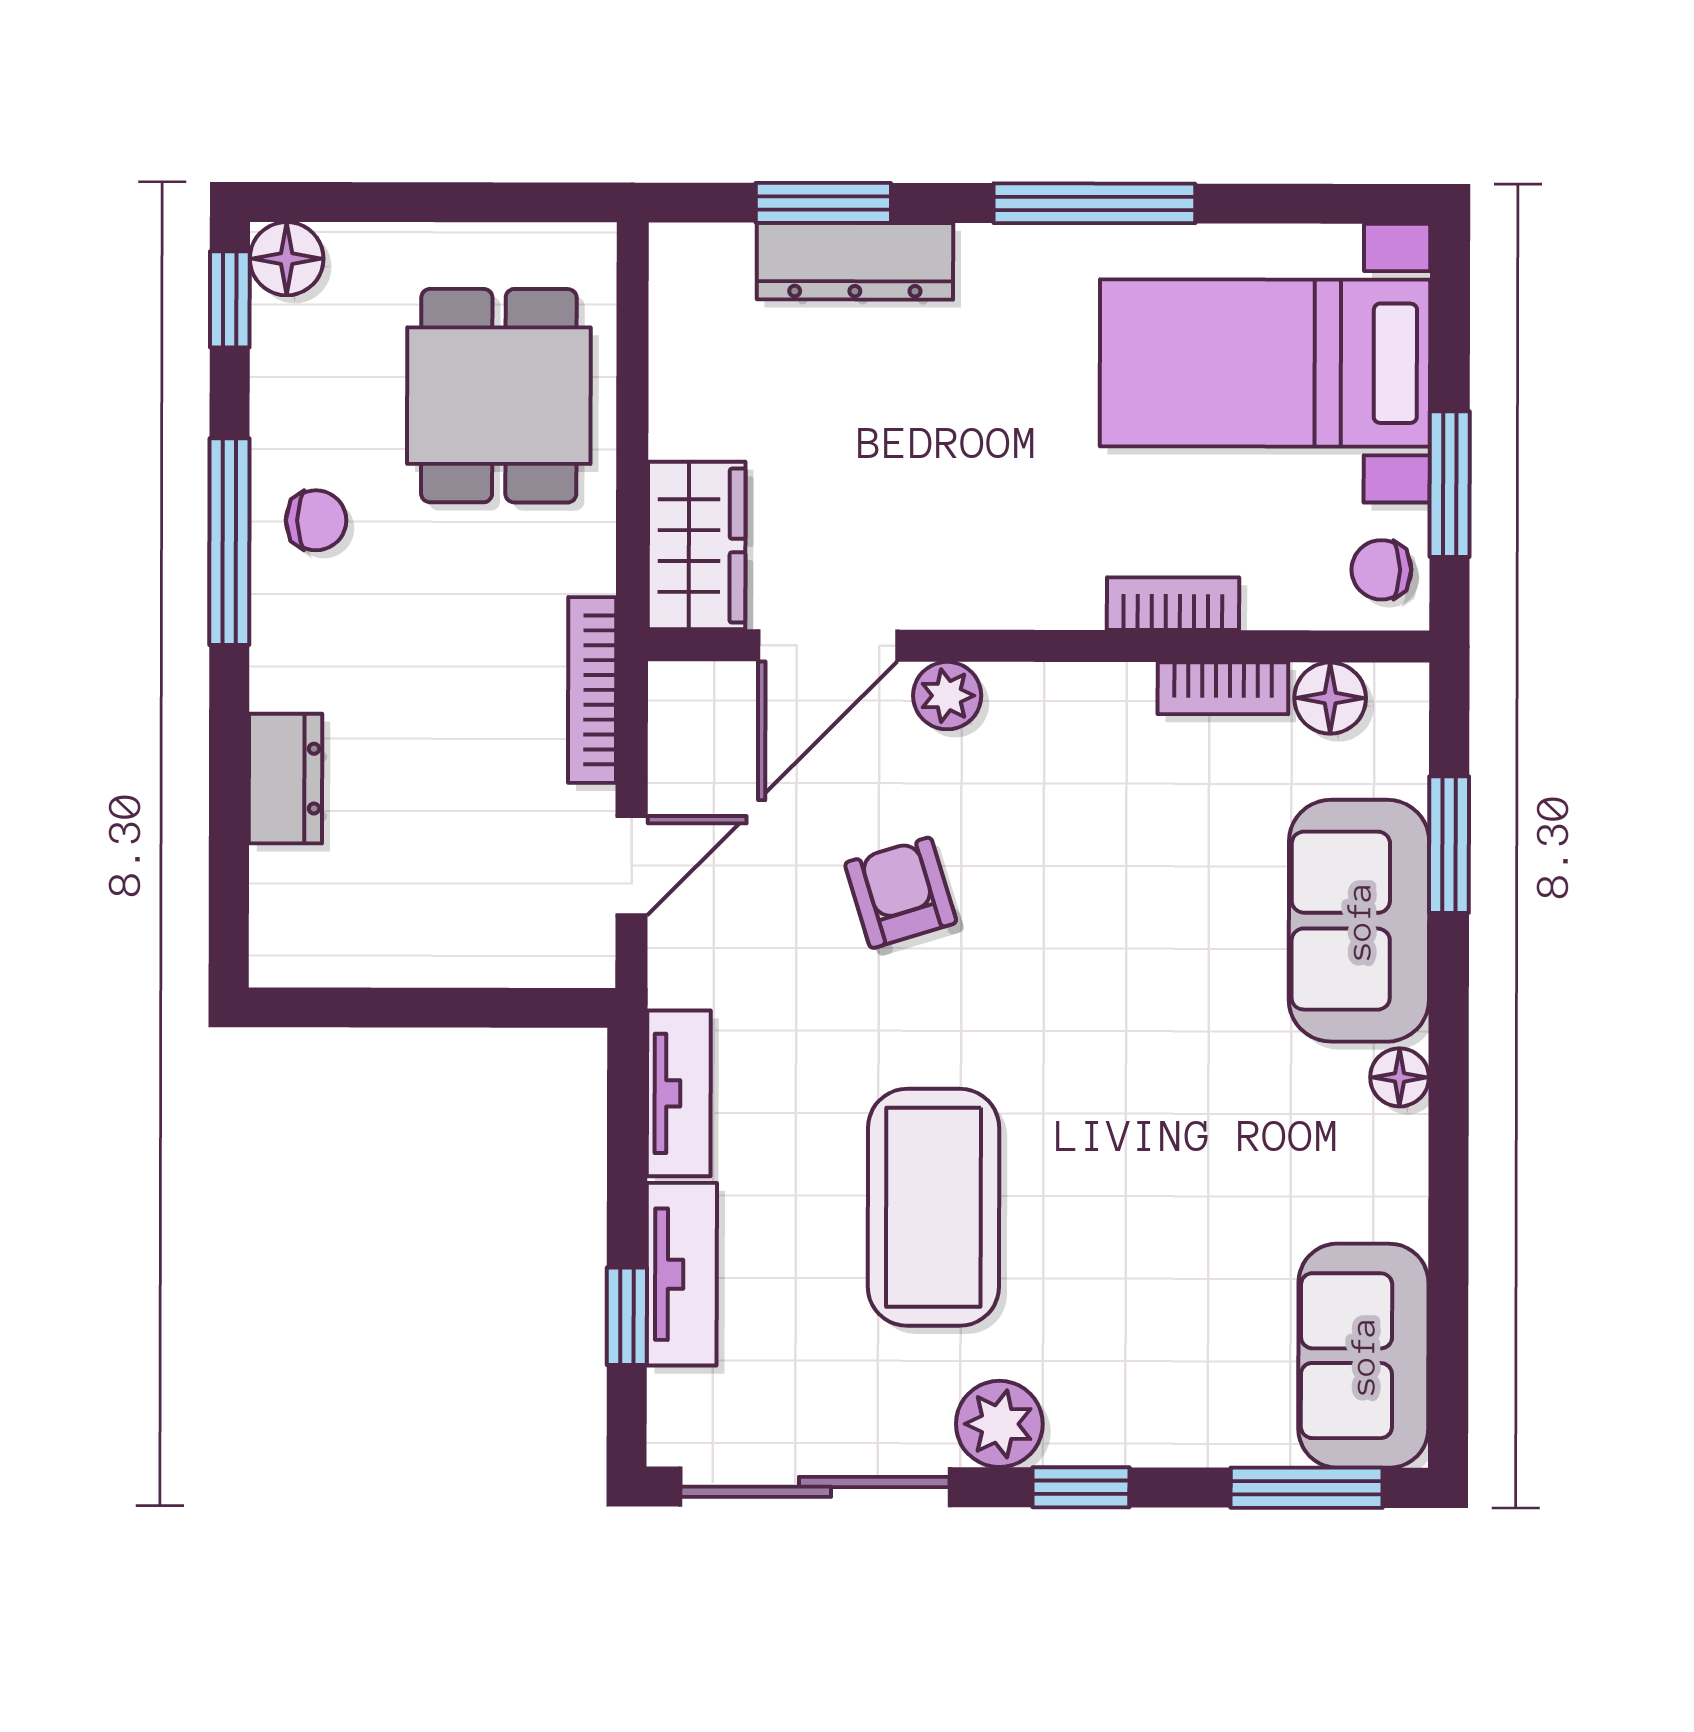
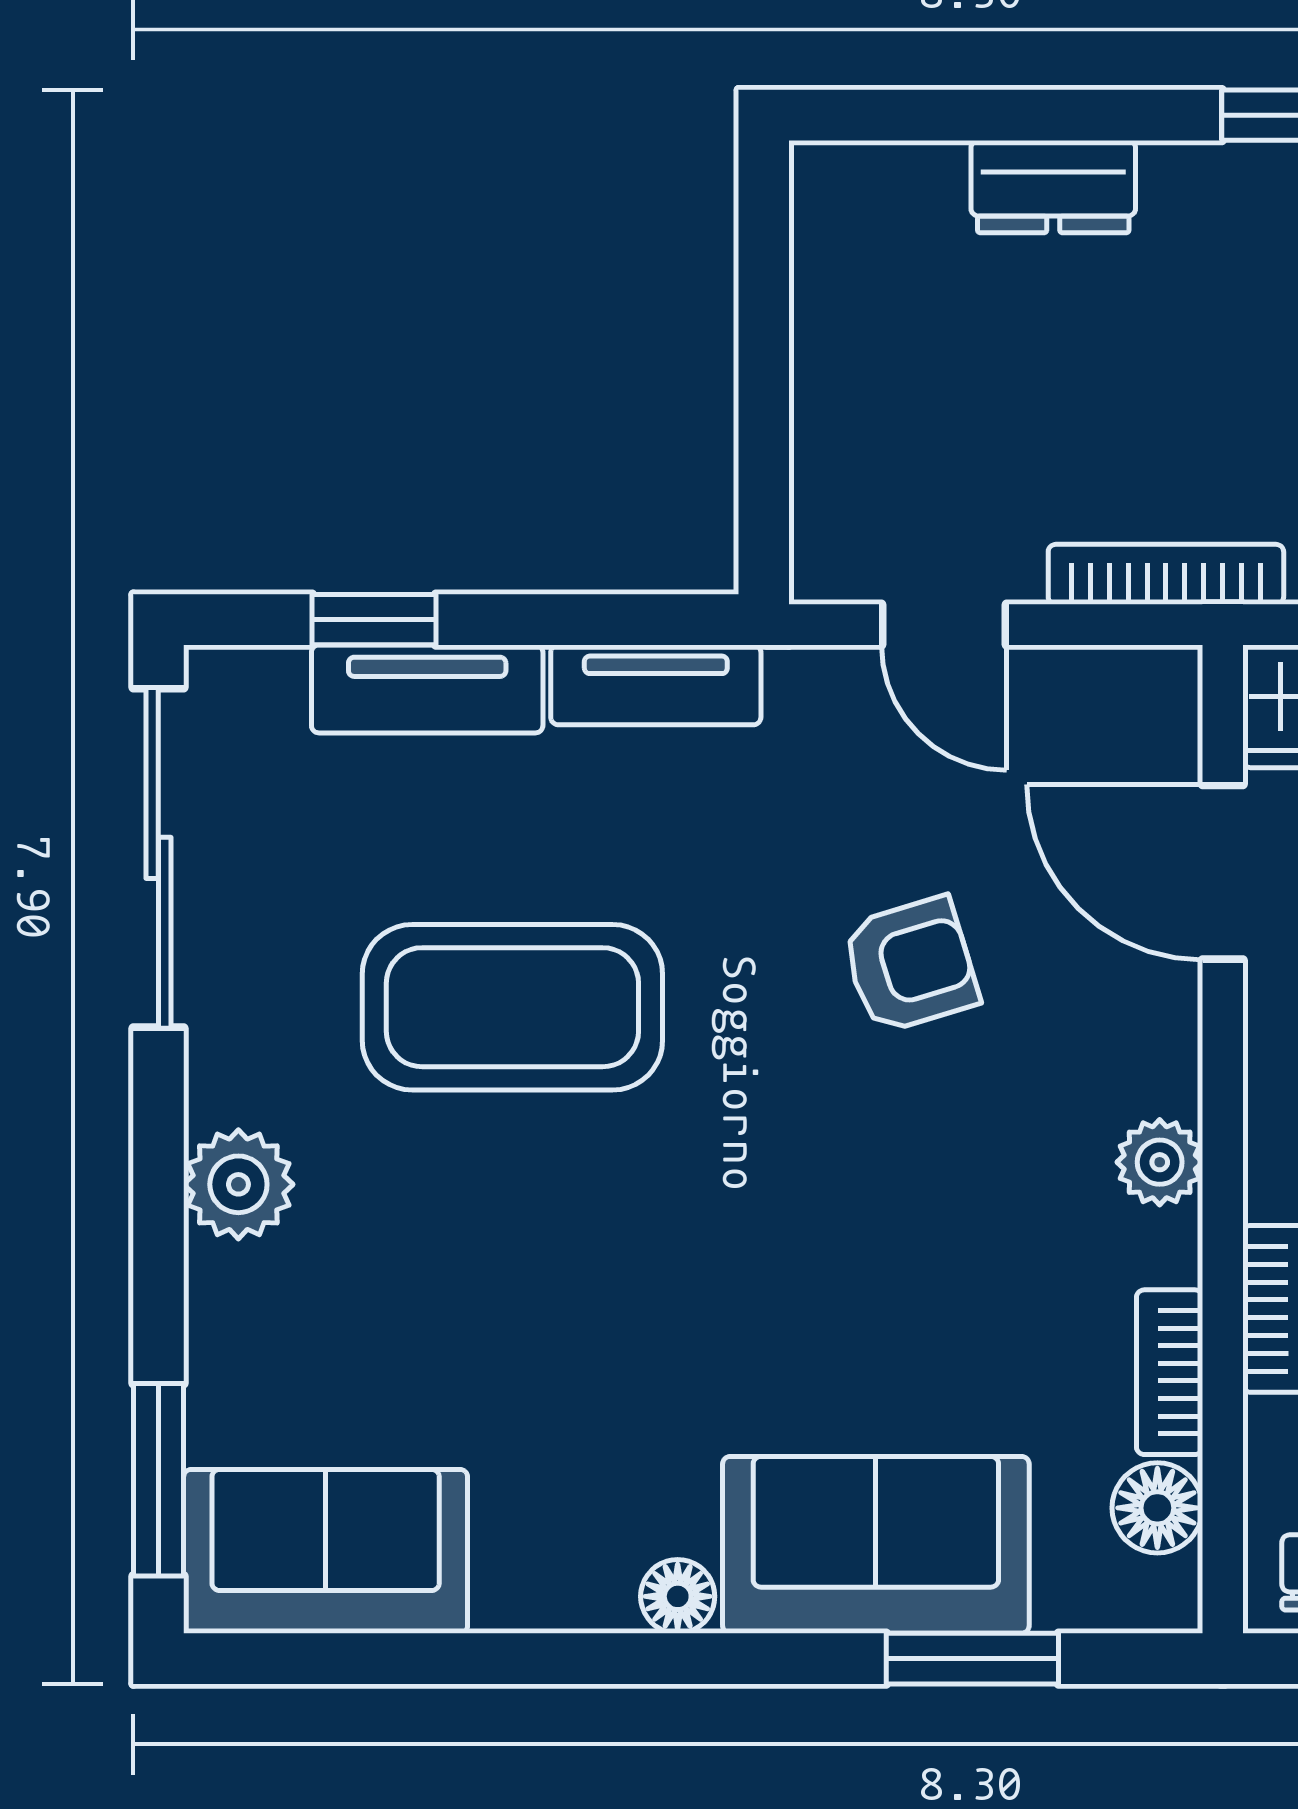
plant: (947, 696) -> (1160, 1162), moved
plant: (999, 1424) -> (238, 1184), moved
window: (1081, 1487) -> (158, 1194), removed

